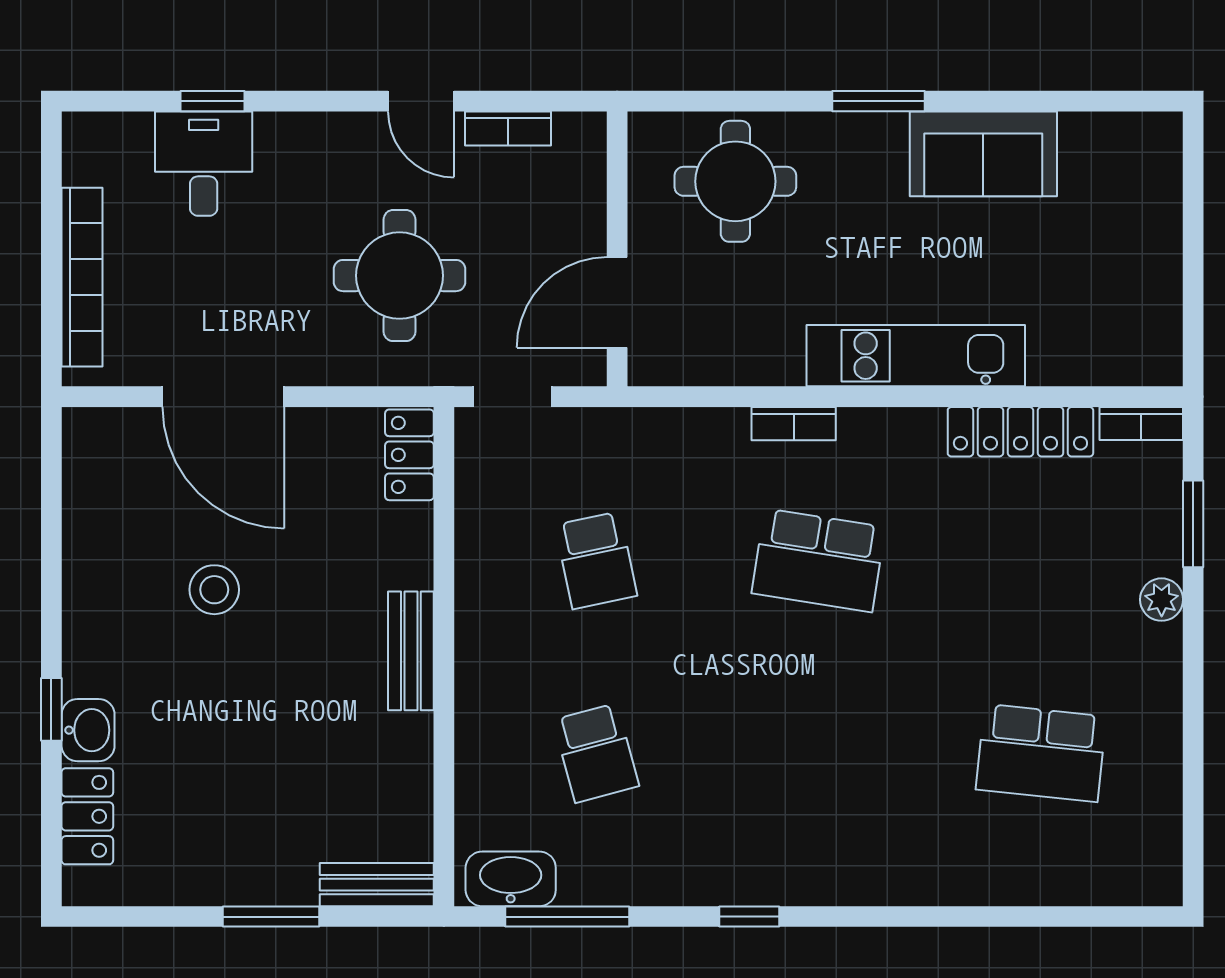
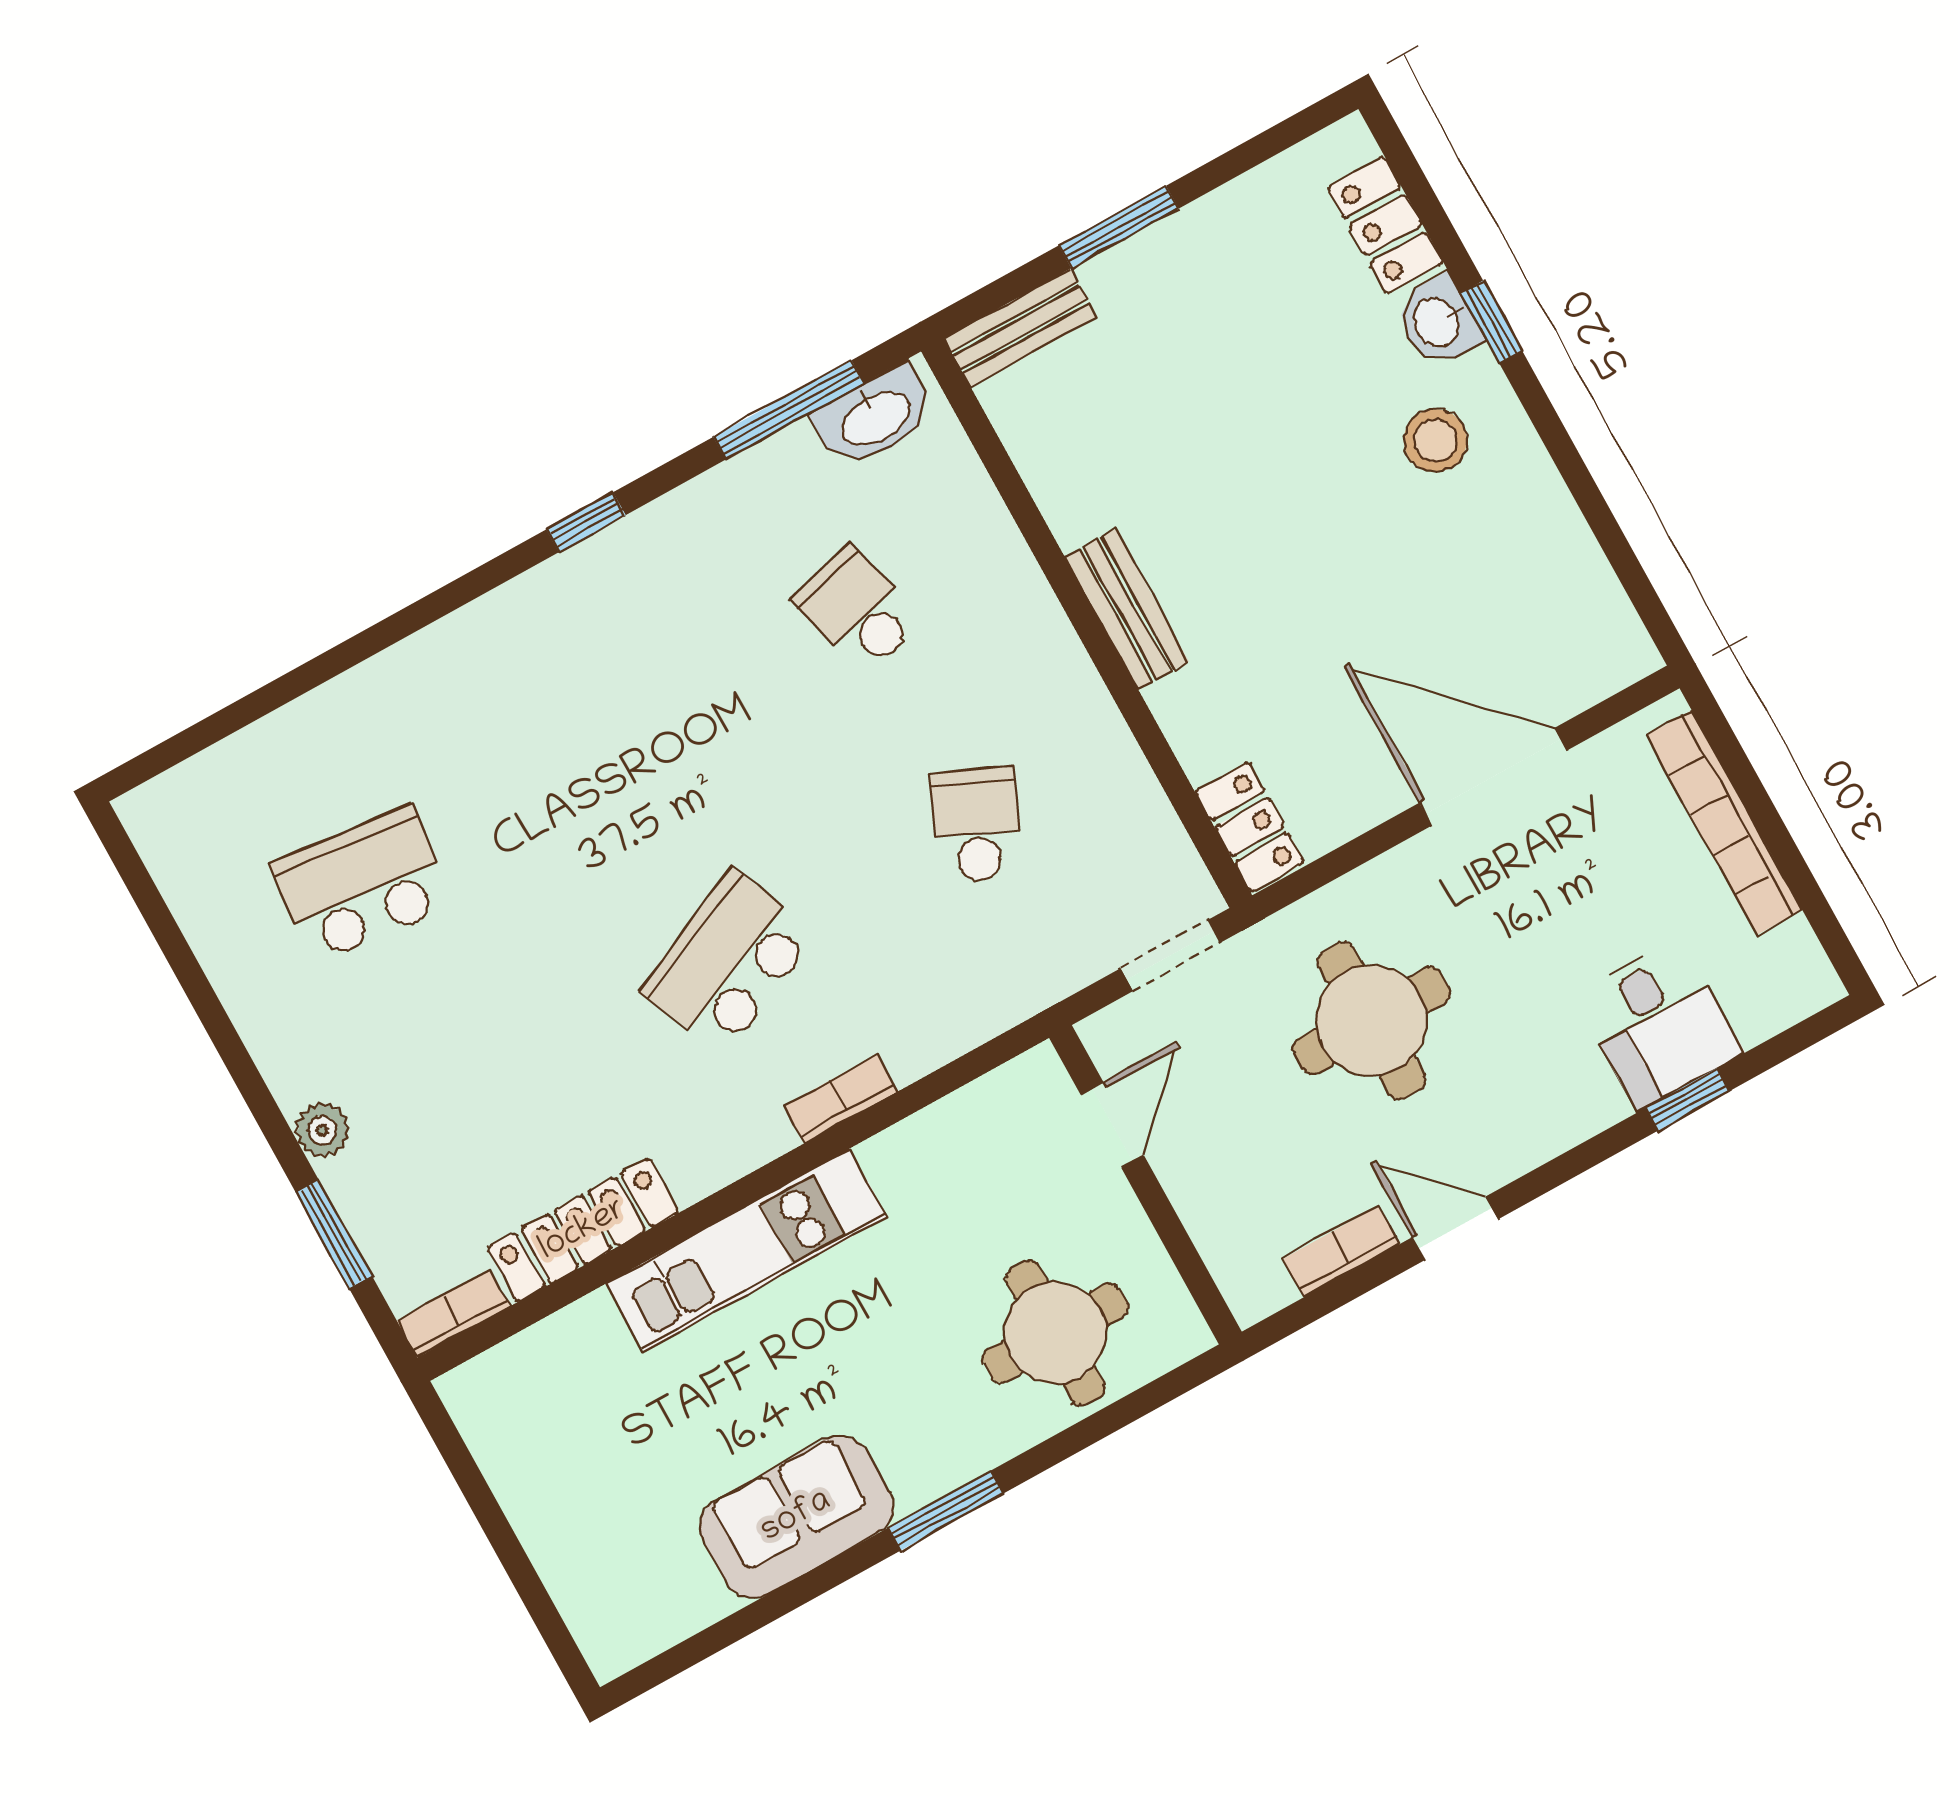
door: (617, 302) -> (1112, 1125), width x0.73
school desk: (596, 560) -> (977, 825), turned 36
school desk: (819, 560) -> (729, 962), turned -33
stool: (214, 590) -> (1435, 440), moved

